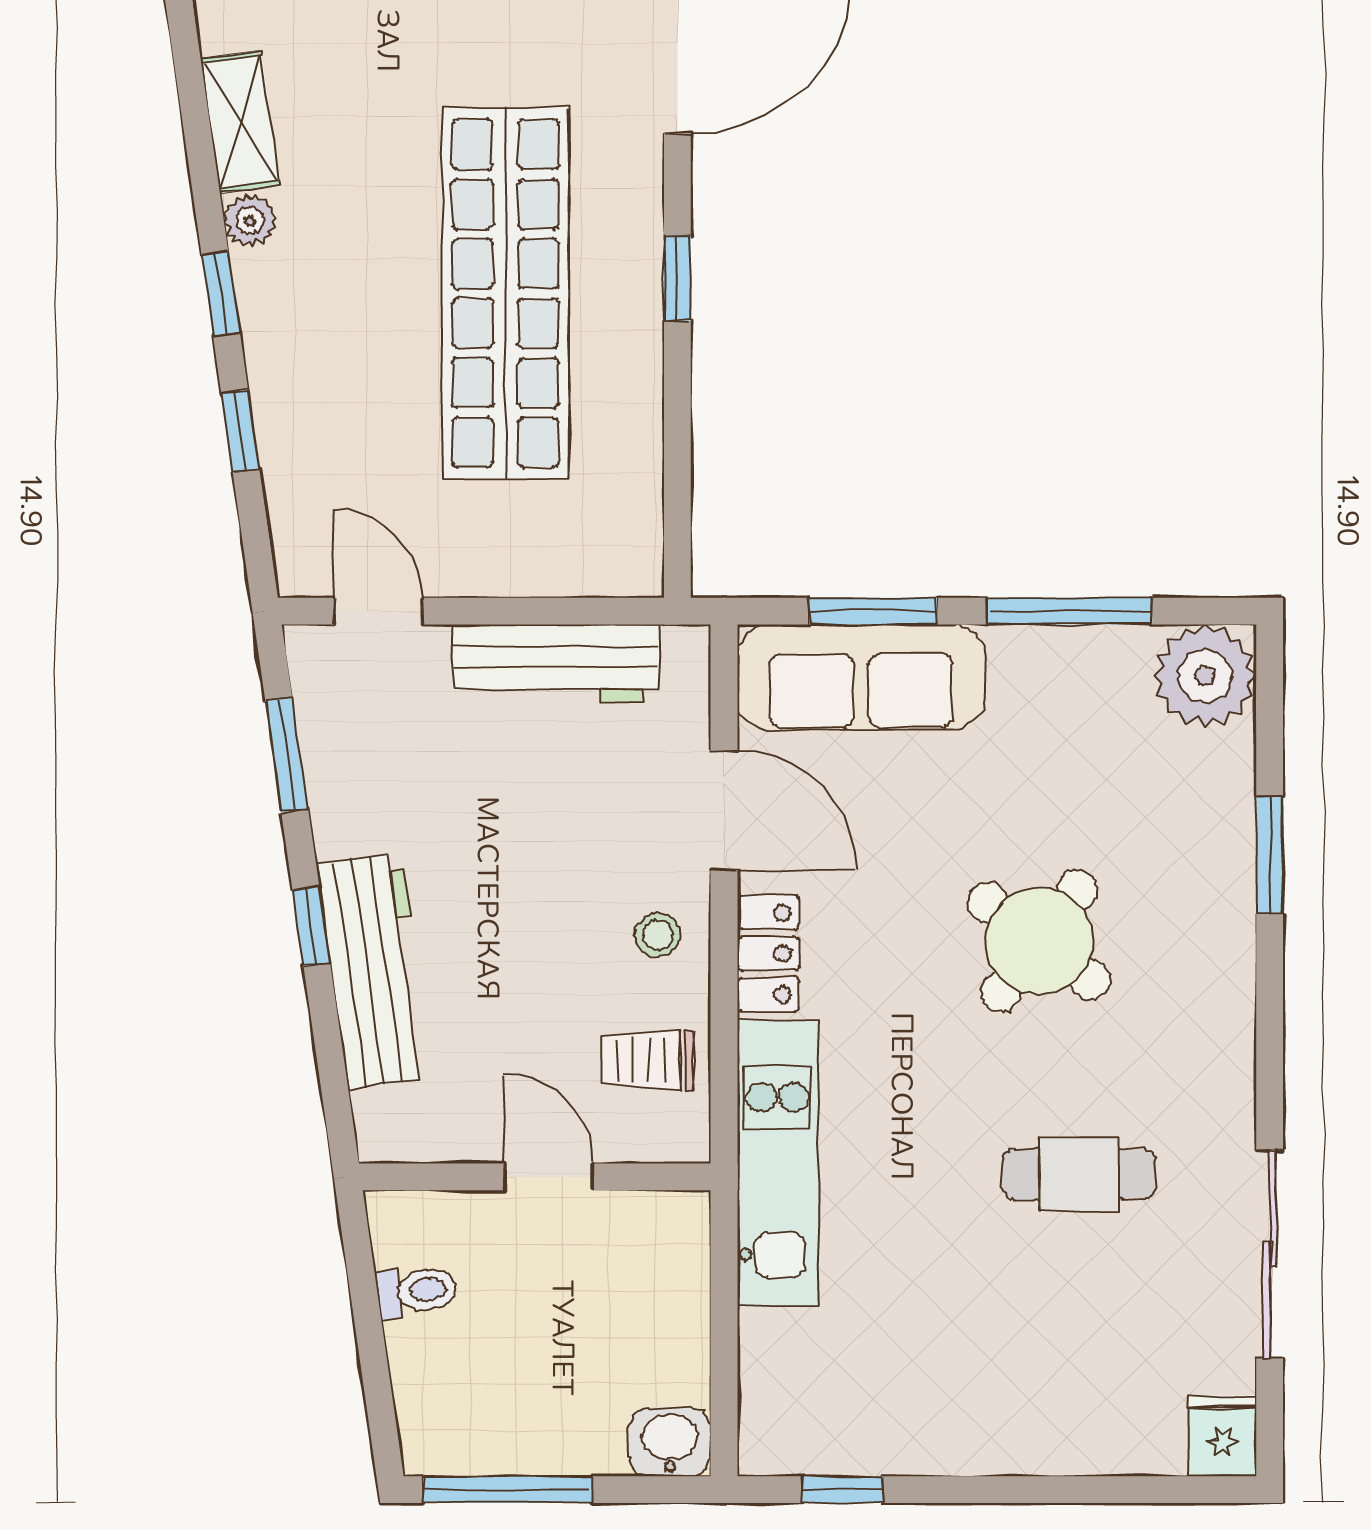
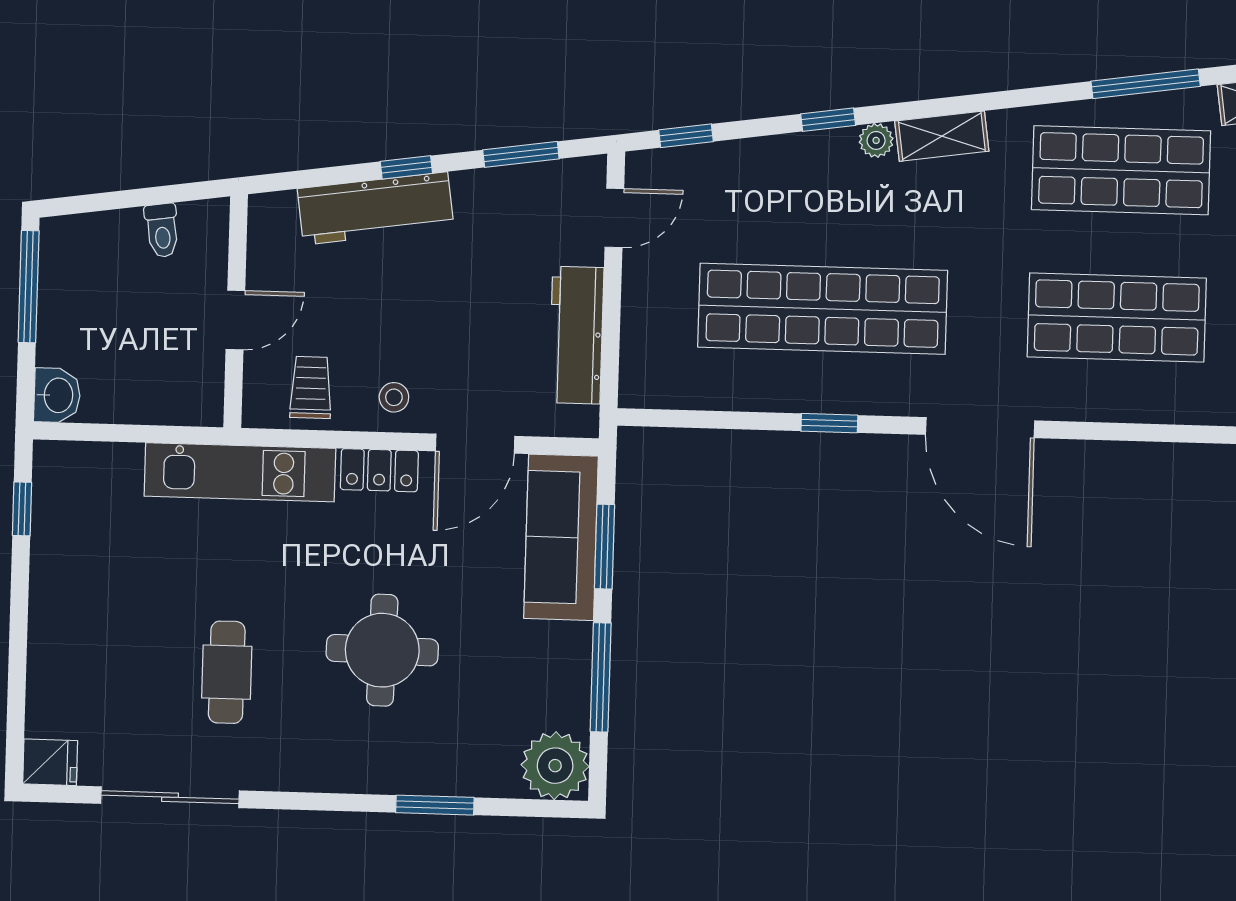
window: (240, 431) -> (686, 136), moved
round table: (1039, 941) -> (382, 650), turned -36

